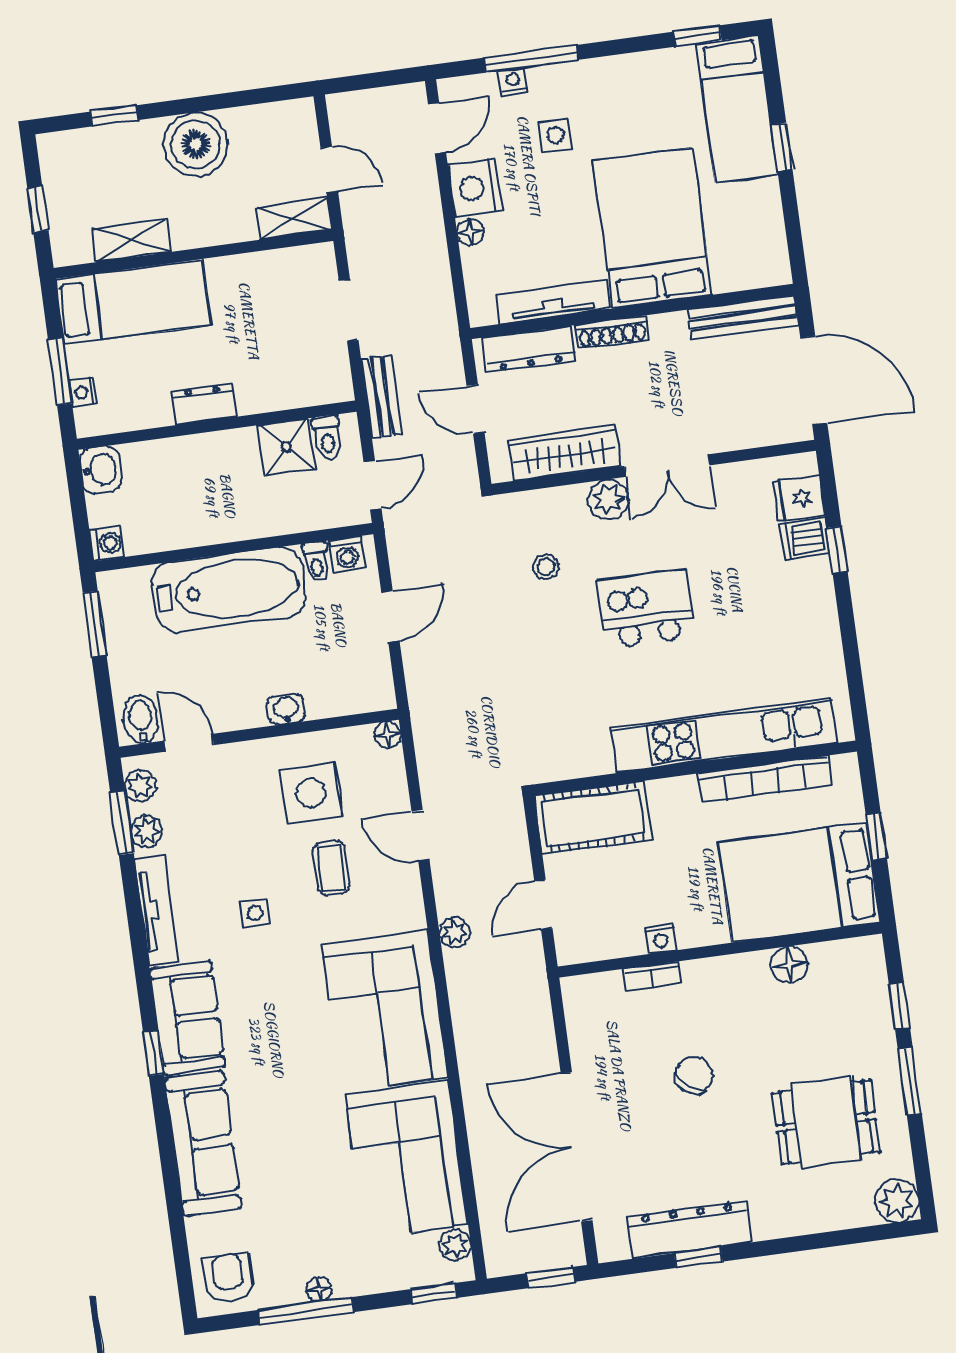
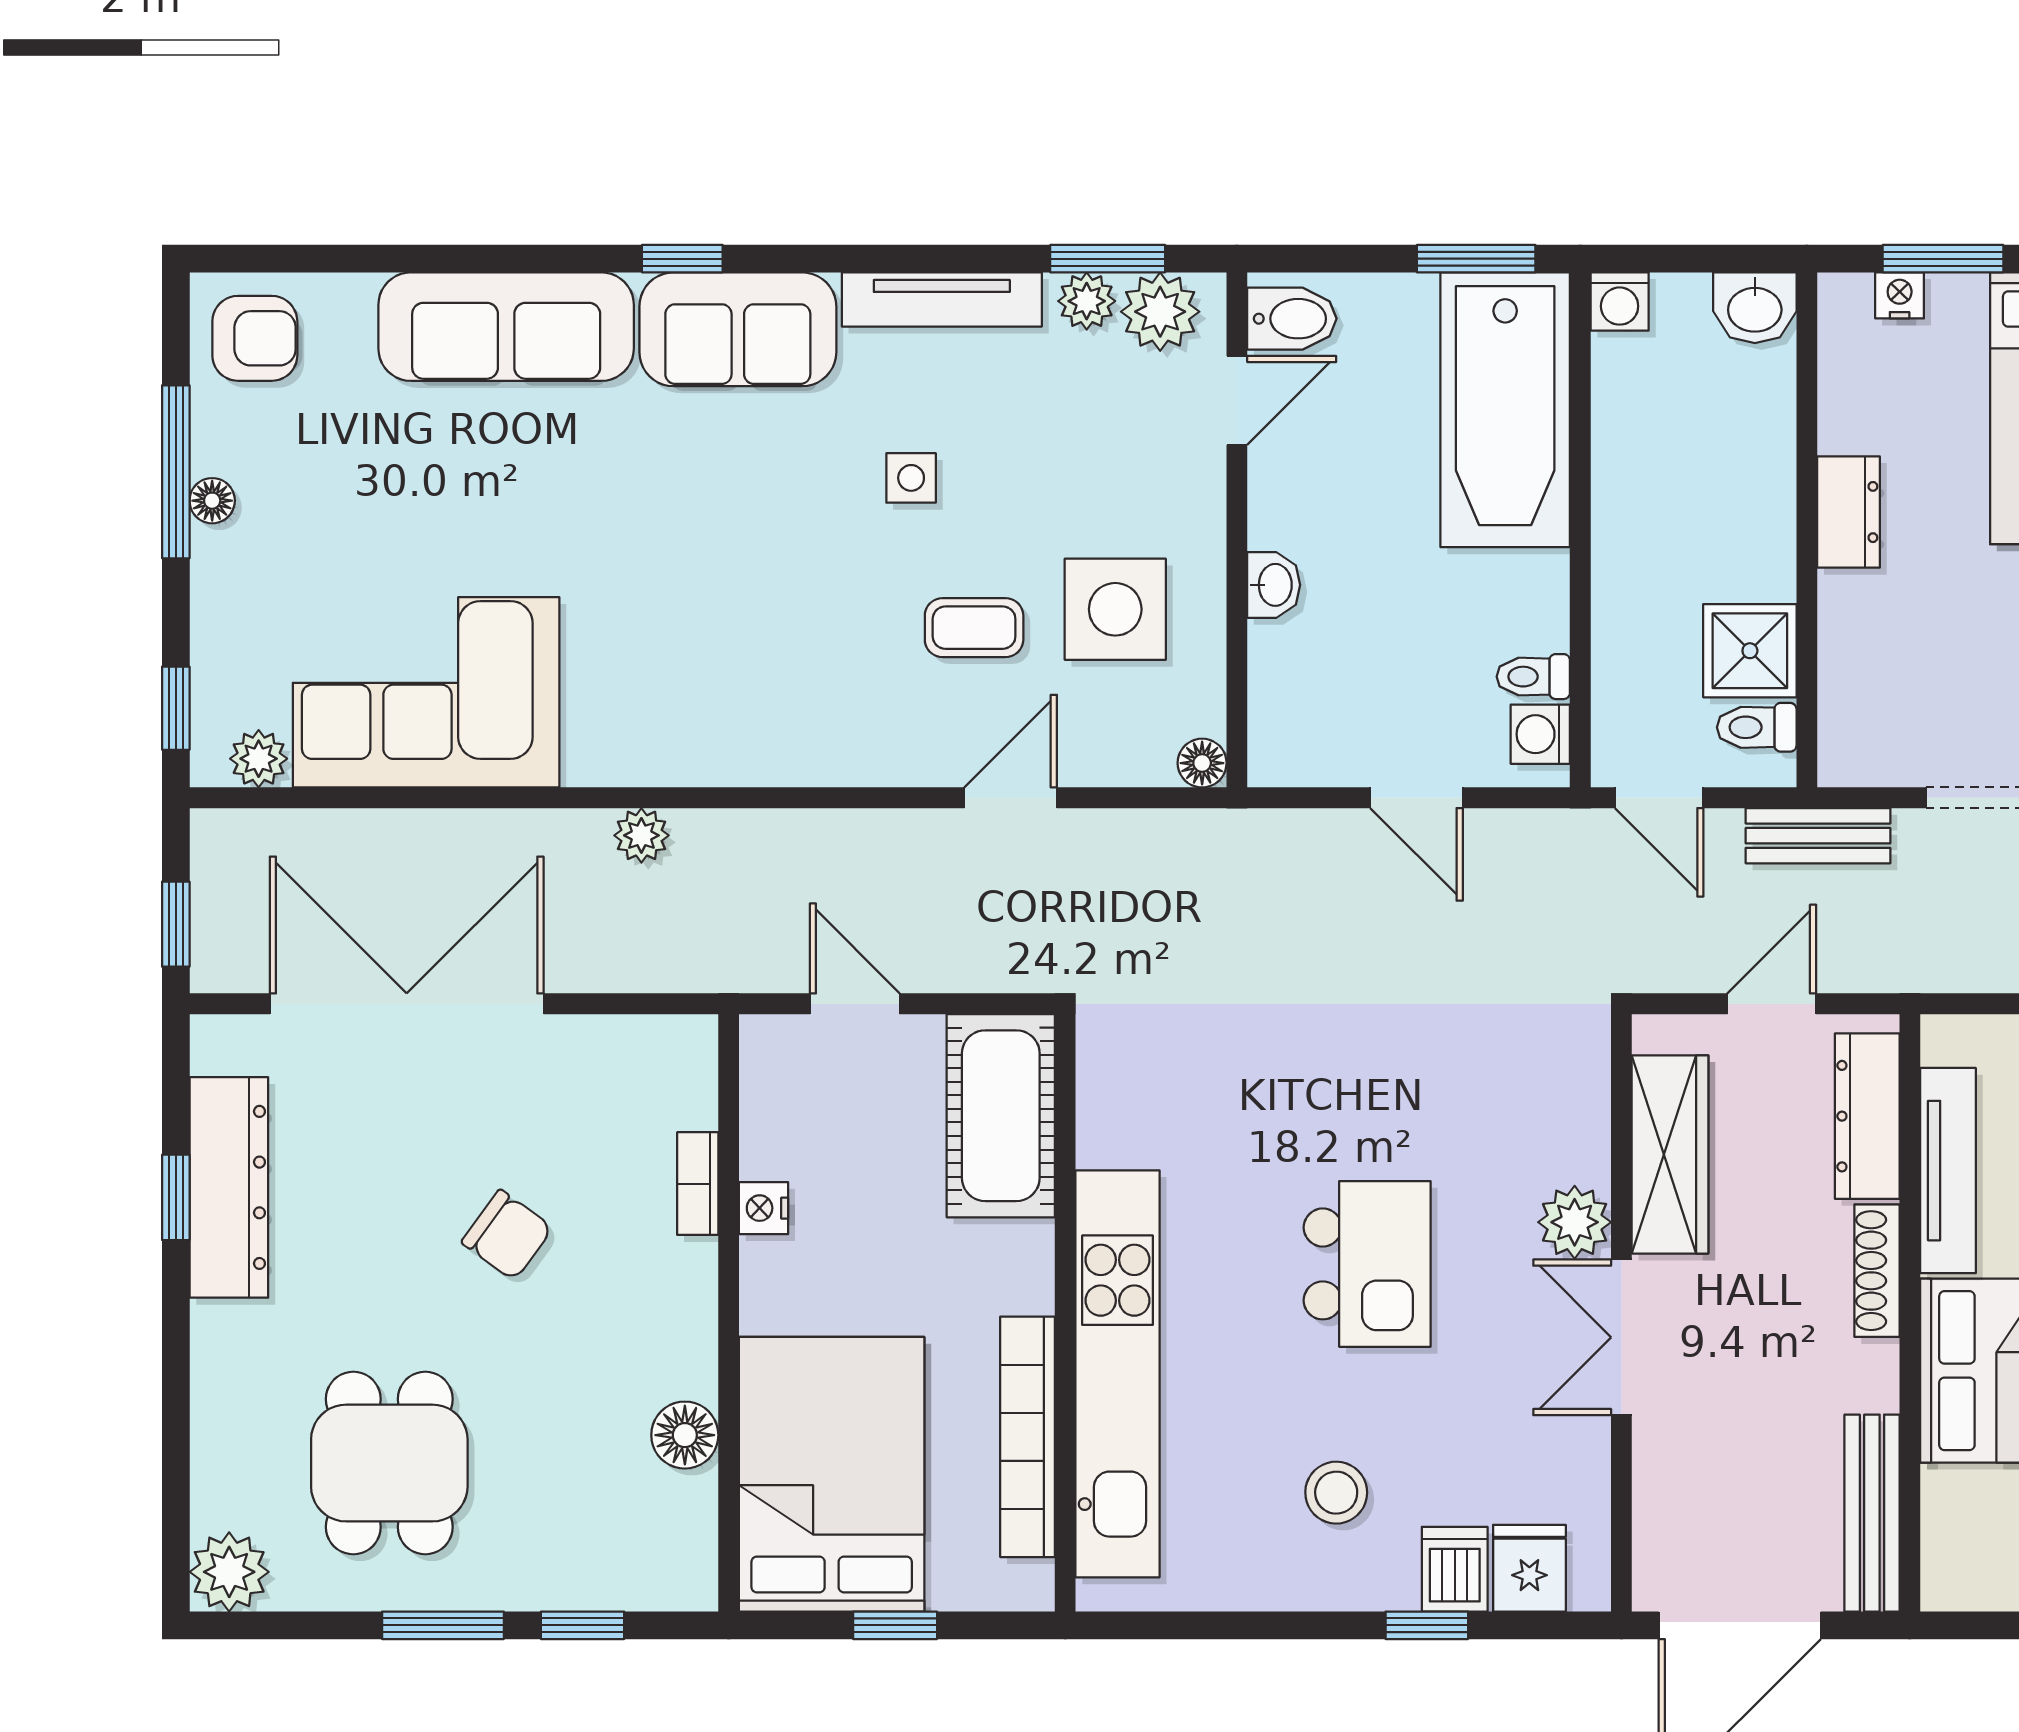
stool: (546, 567) -> (1336, 1493), moved, width x1.37, depth x1.37
bathtub: (229, 590) -> (1505, 410), moved
plant: (140, 786) -> (1160, 312), width x1.38, depth x1.38
plant: (454, 933) -> (641, 835), moved
corner sofa: (385, 1010) -> (702, 690), removed

